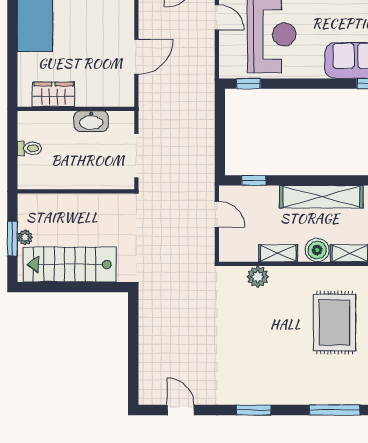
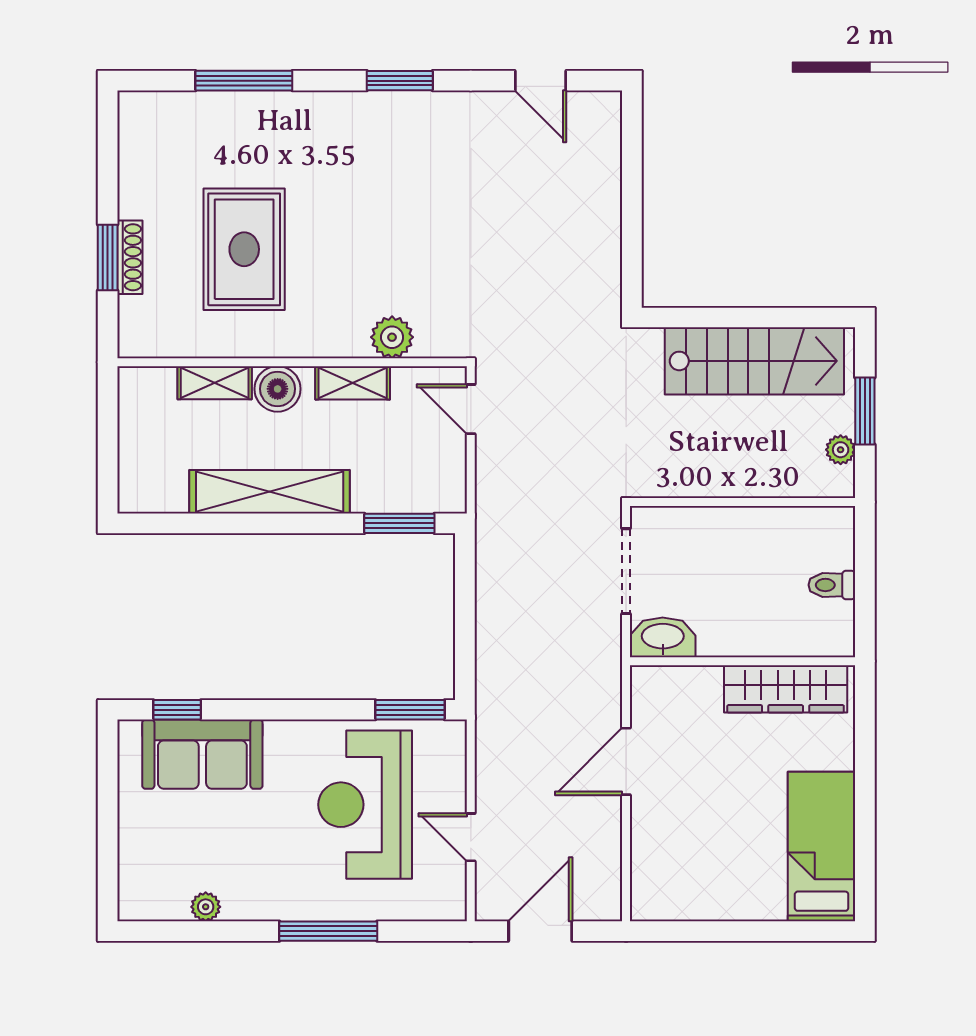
window: (248, 84) -> (410, 710), width x1.50
wardrobe: (54, 94) -> (786, 689), width x1.50
washbasin: (91, 121) -> (663, 637), moved
window: (254, 180) -> (399, 523), width x1.50
door: (217, 214) -> (471, 409), moved
plant: (25, 237) -> (841, 450), moved

